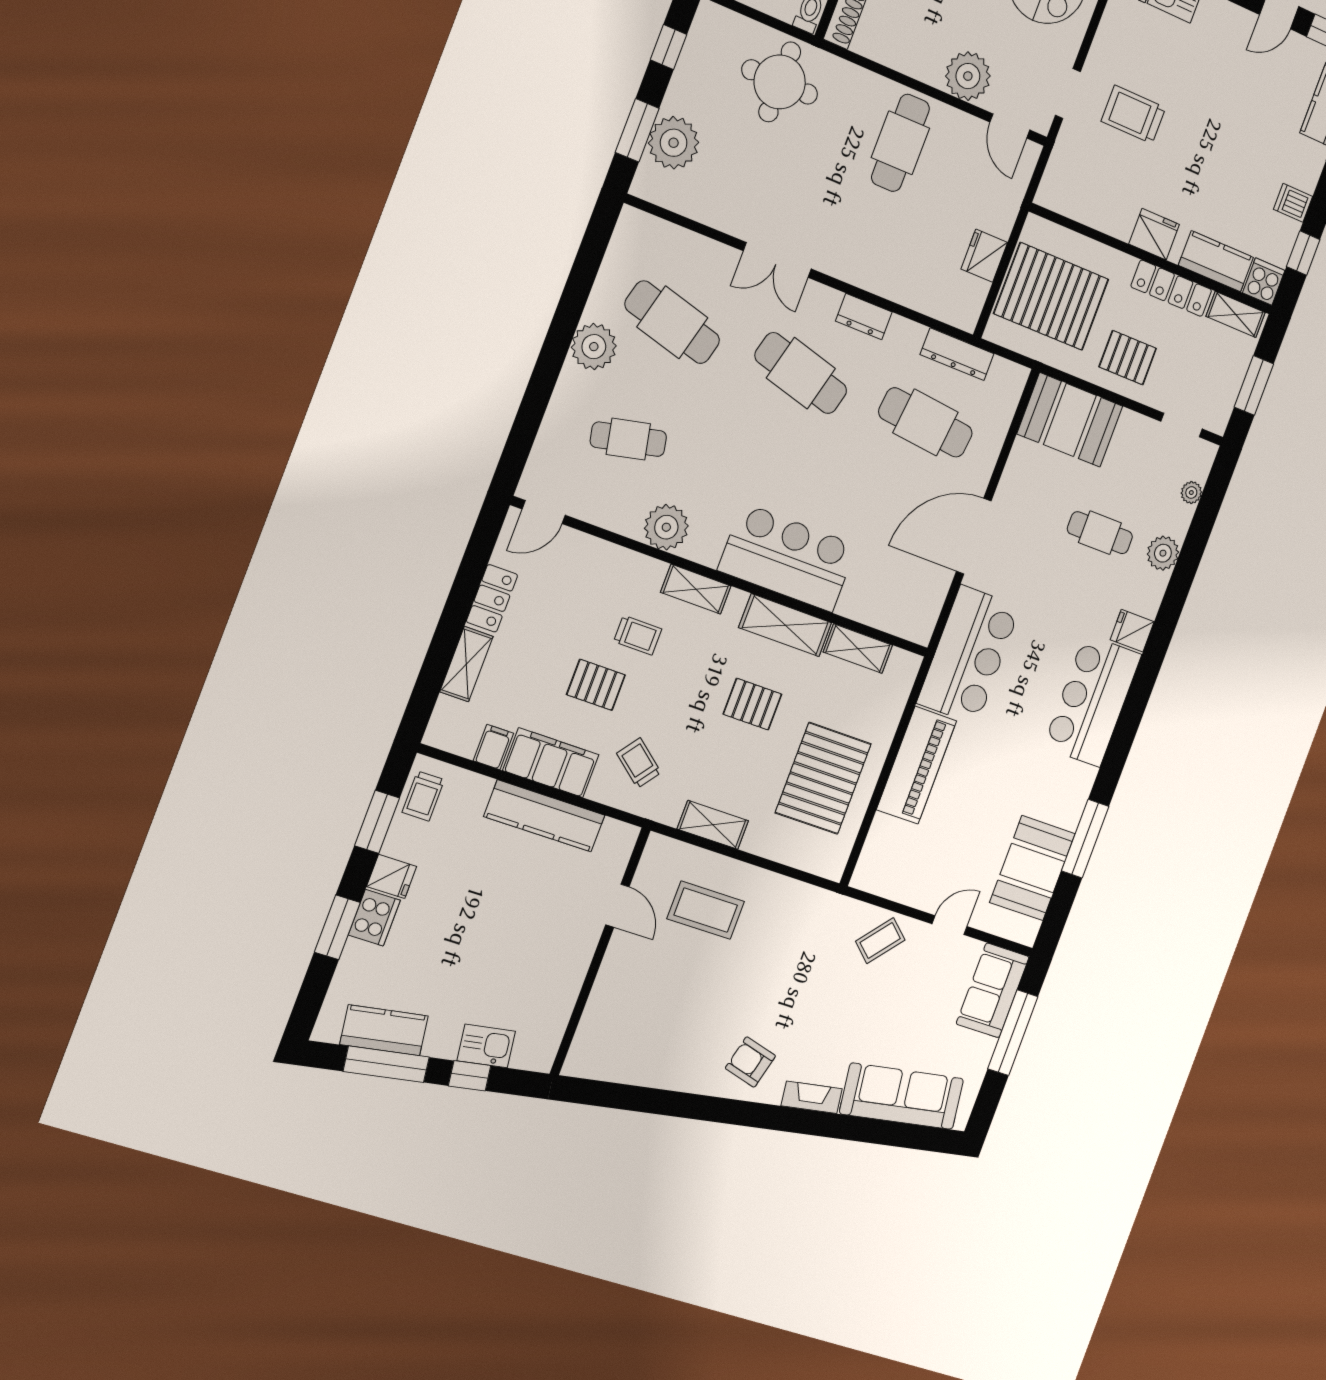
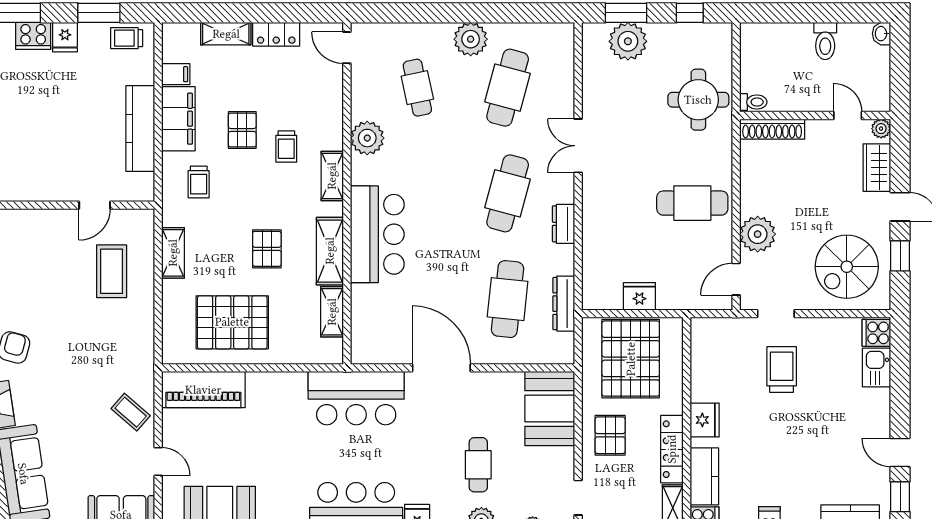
trolley: (639, 763) -> (199, 182), turned 142
piano: (916, 765) -> (203, 390), moved

